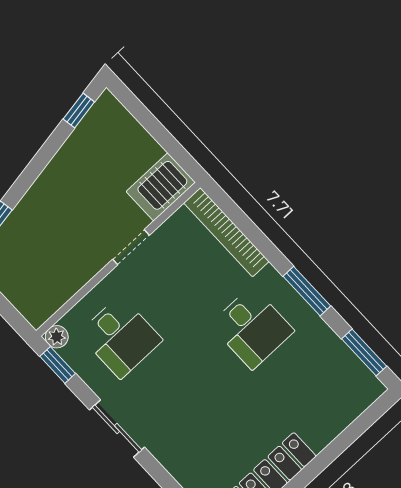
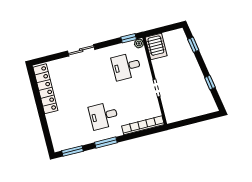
window: (79, 111) -> (210, 82), moved
server rack: (161, 187) -> (156, 46), moved, turned 180
sliding door: (117, 429) -> (81, 50), moved

